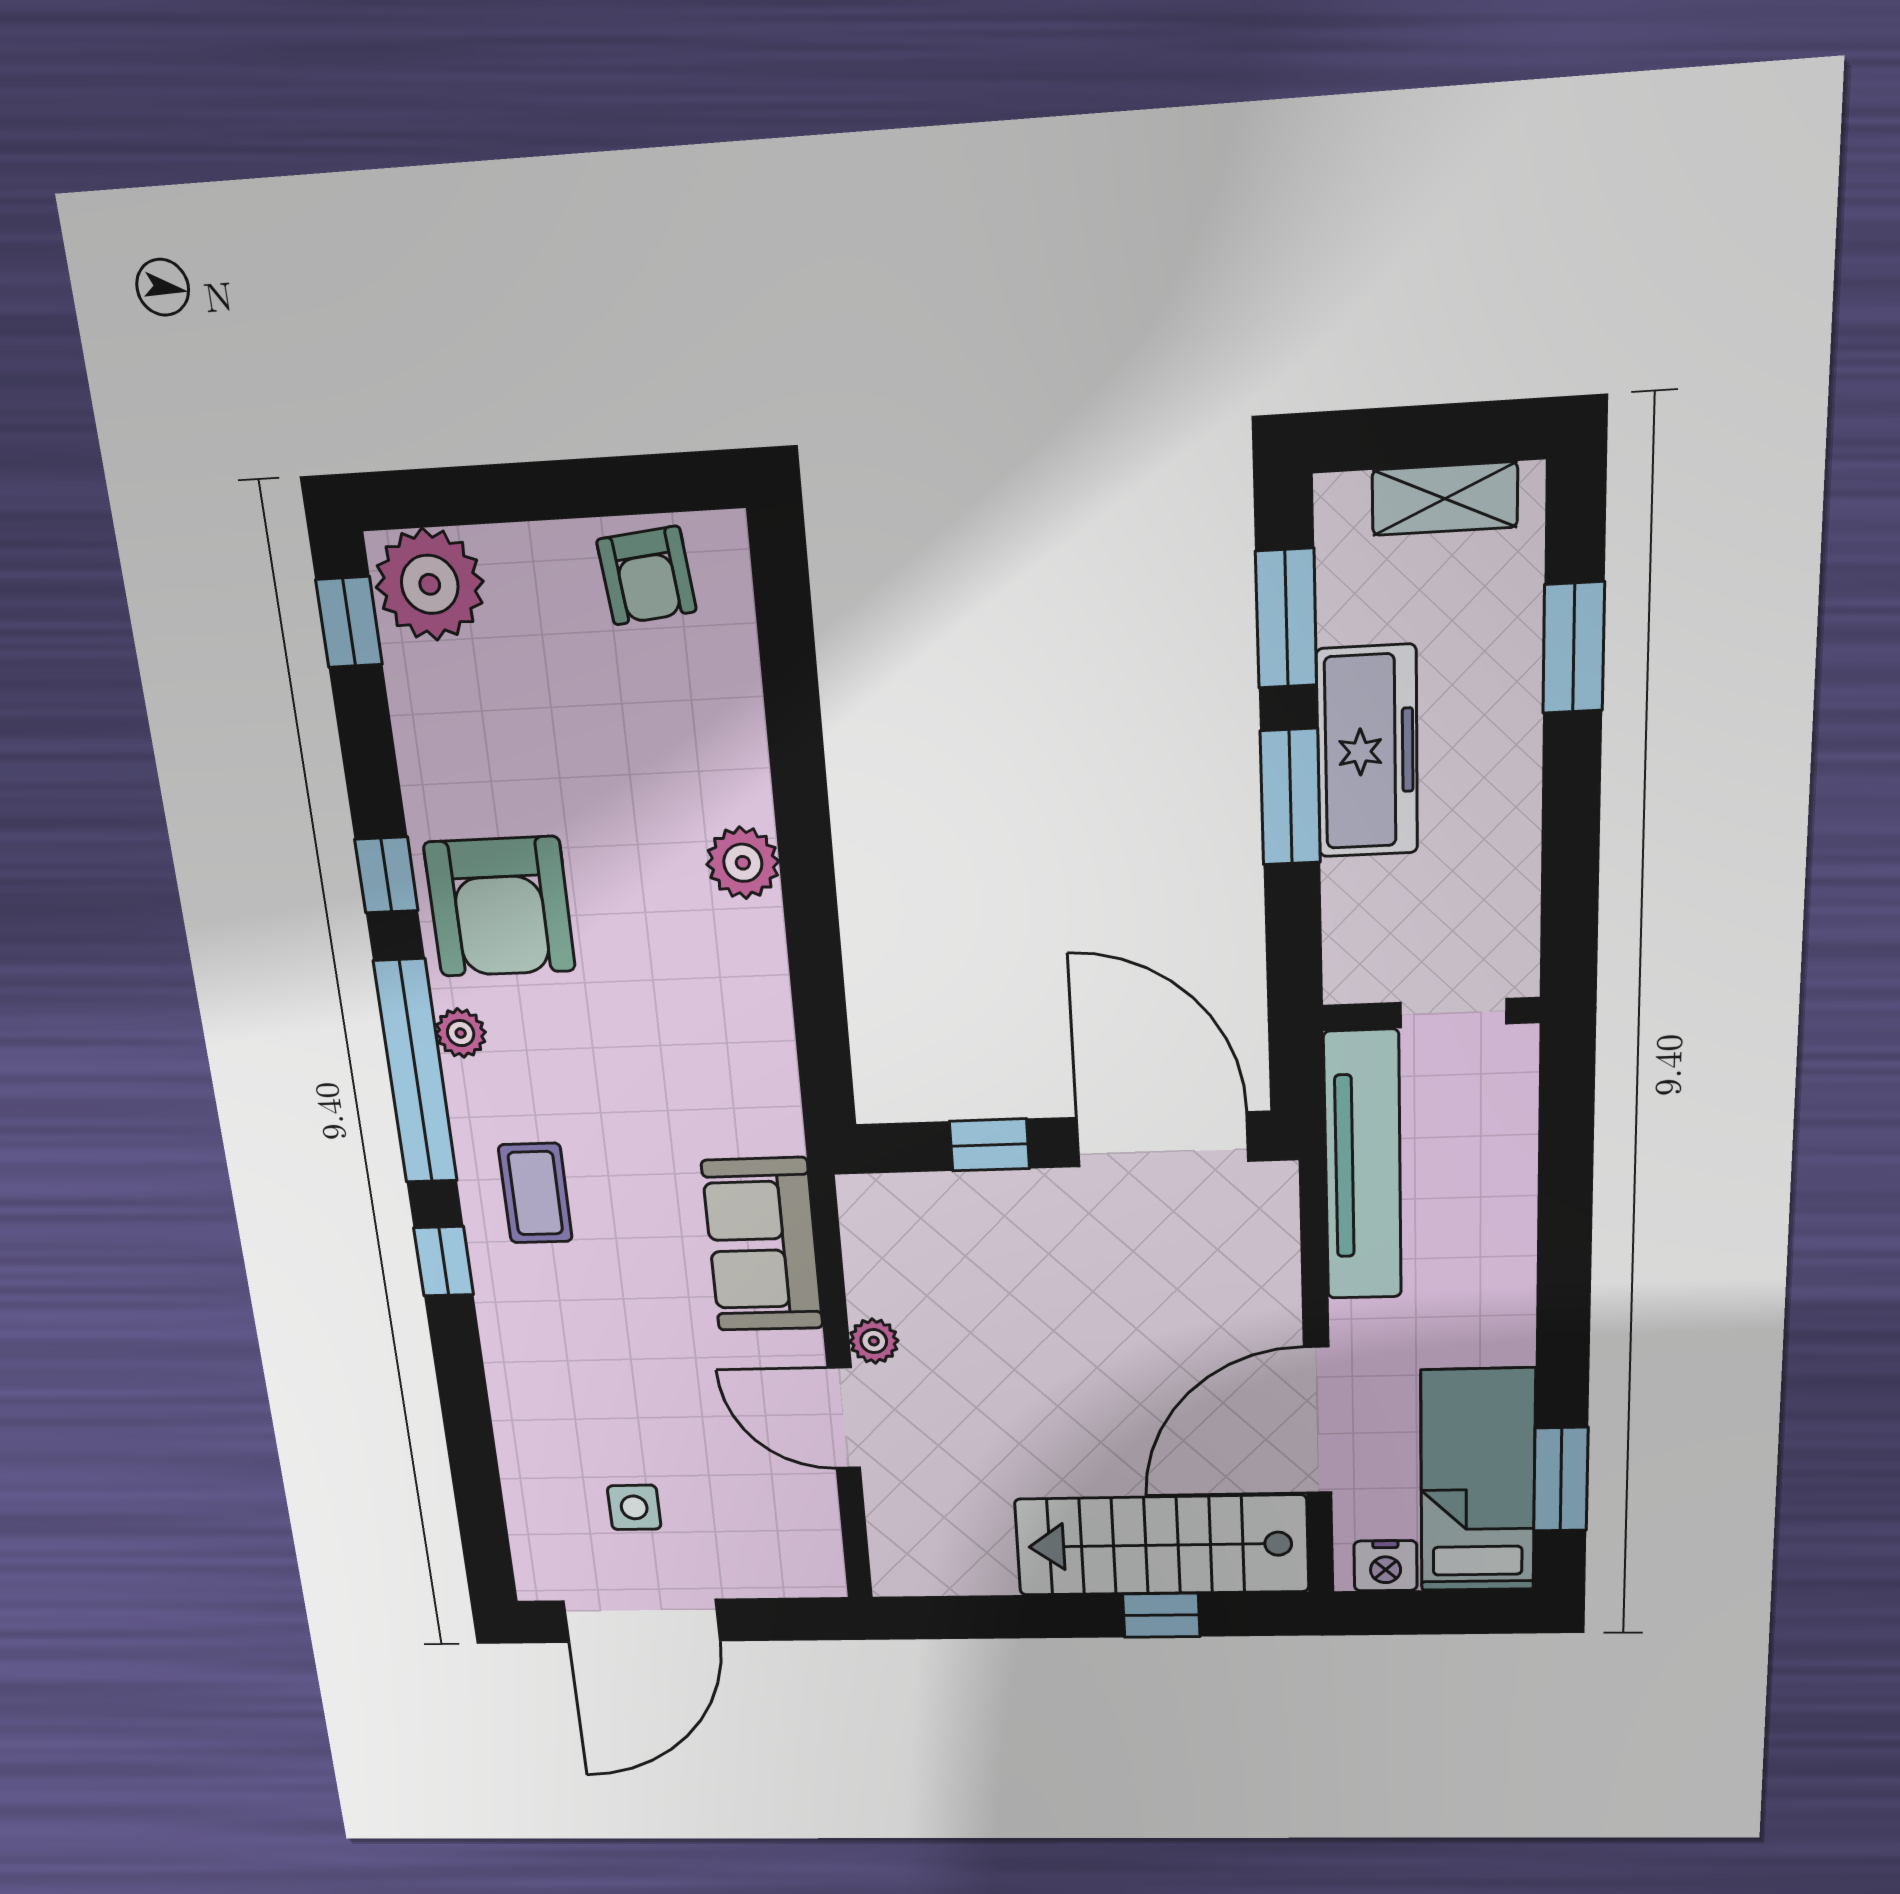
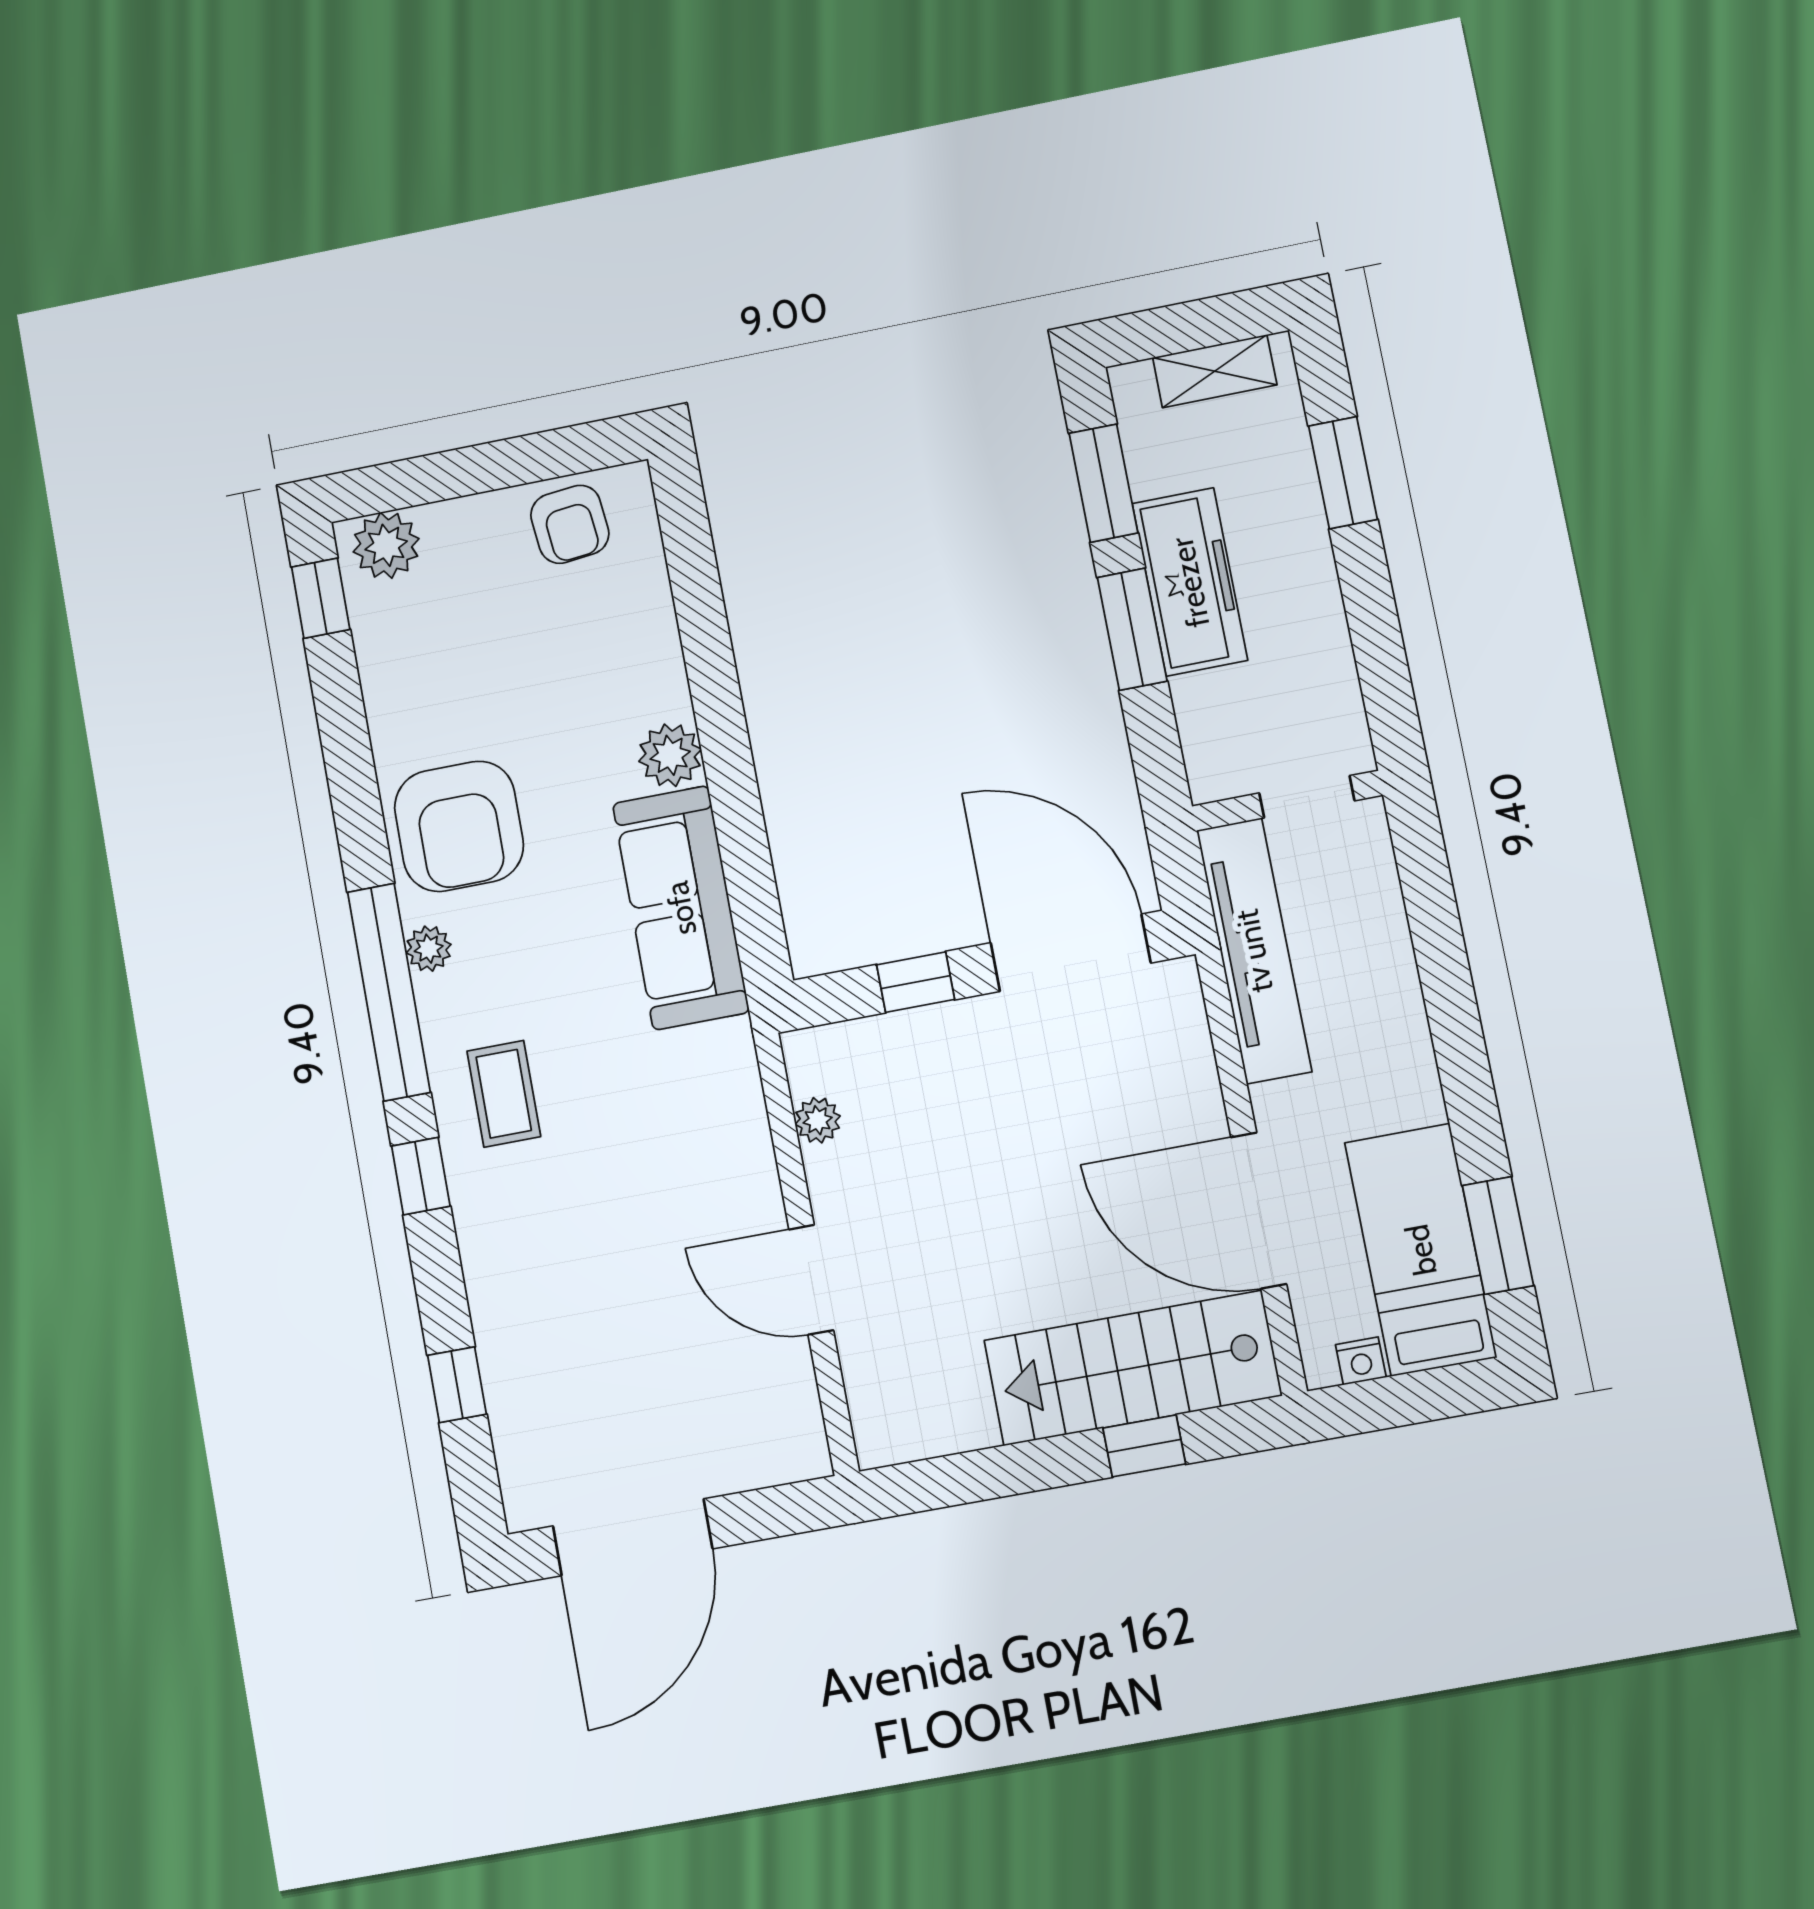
plant: (430, 584) -> (386, 545), width x0.73, depth x0.73
window: (386, 875) -> (457, 1385), moved
sofa: (762, 1245) -> (681, 908), moved, width x1.36
plant: (874, 1341) -> (818, 1120), moved
door: (1318, 1420) -> (1259, 1211), hinge flipped
side table: (634, 1507) -> (617, 1410), removed
nightstand: (1386, 1566) -> (1361, 1361), width x0.72, depth x0.74

